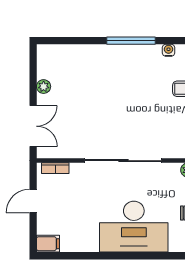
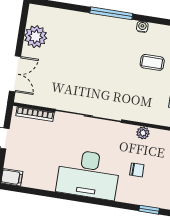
plant: (44, 87) -> (36, 37), width x1.88, depth x1.88
bookcase: (55, 168) -> (35, 114), width x1.56

